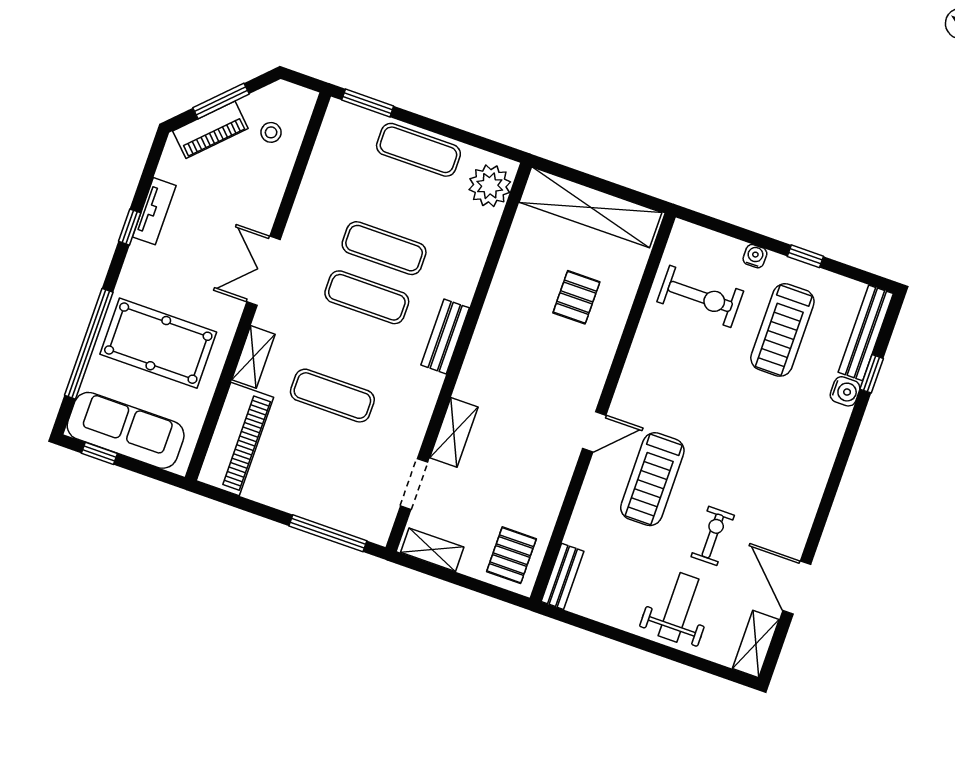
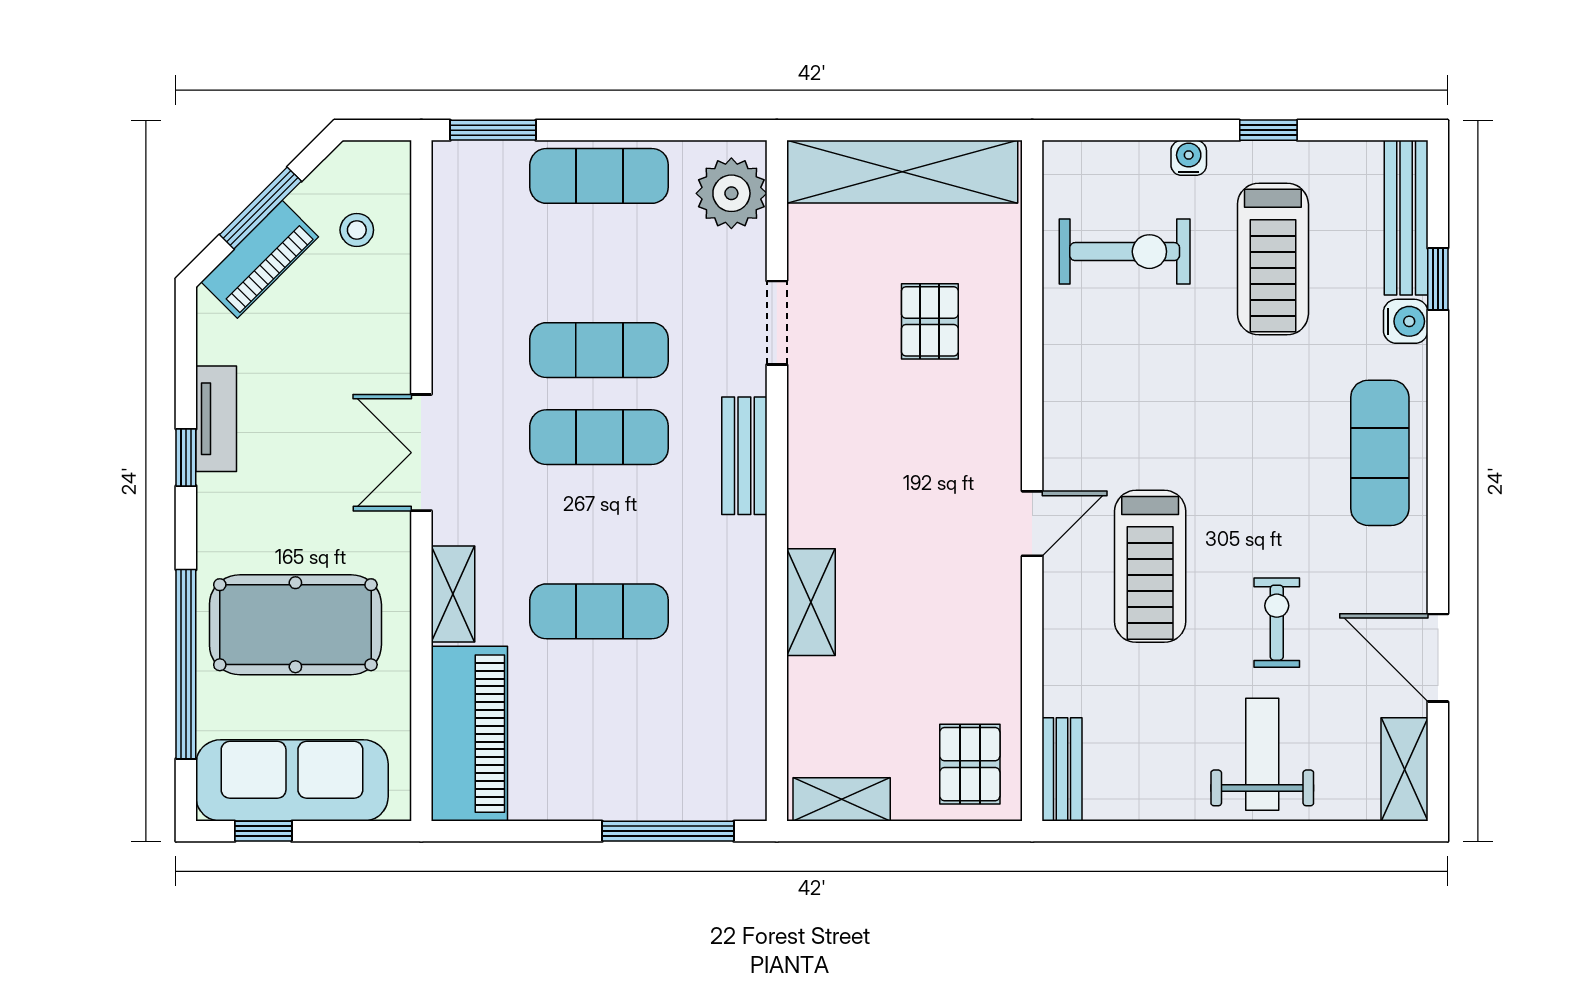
exercise mat: (804, 460) -> (1380, 453), added
doorway: (414, 484) -> (777, 323), moved

